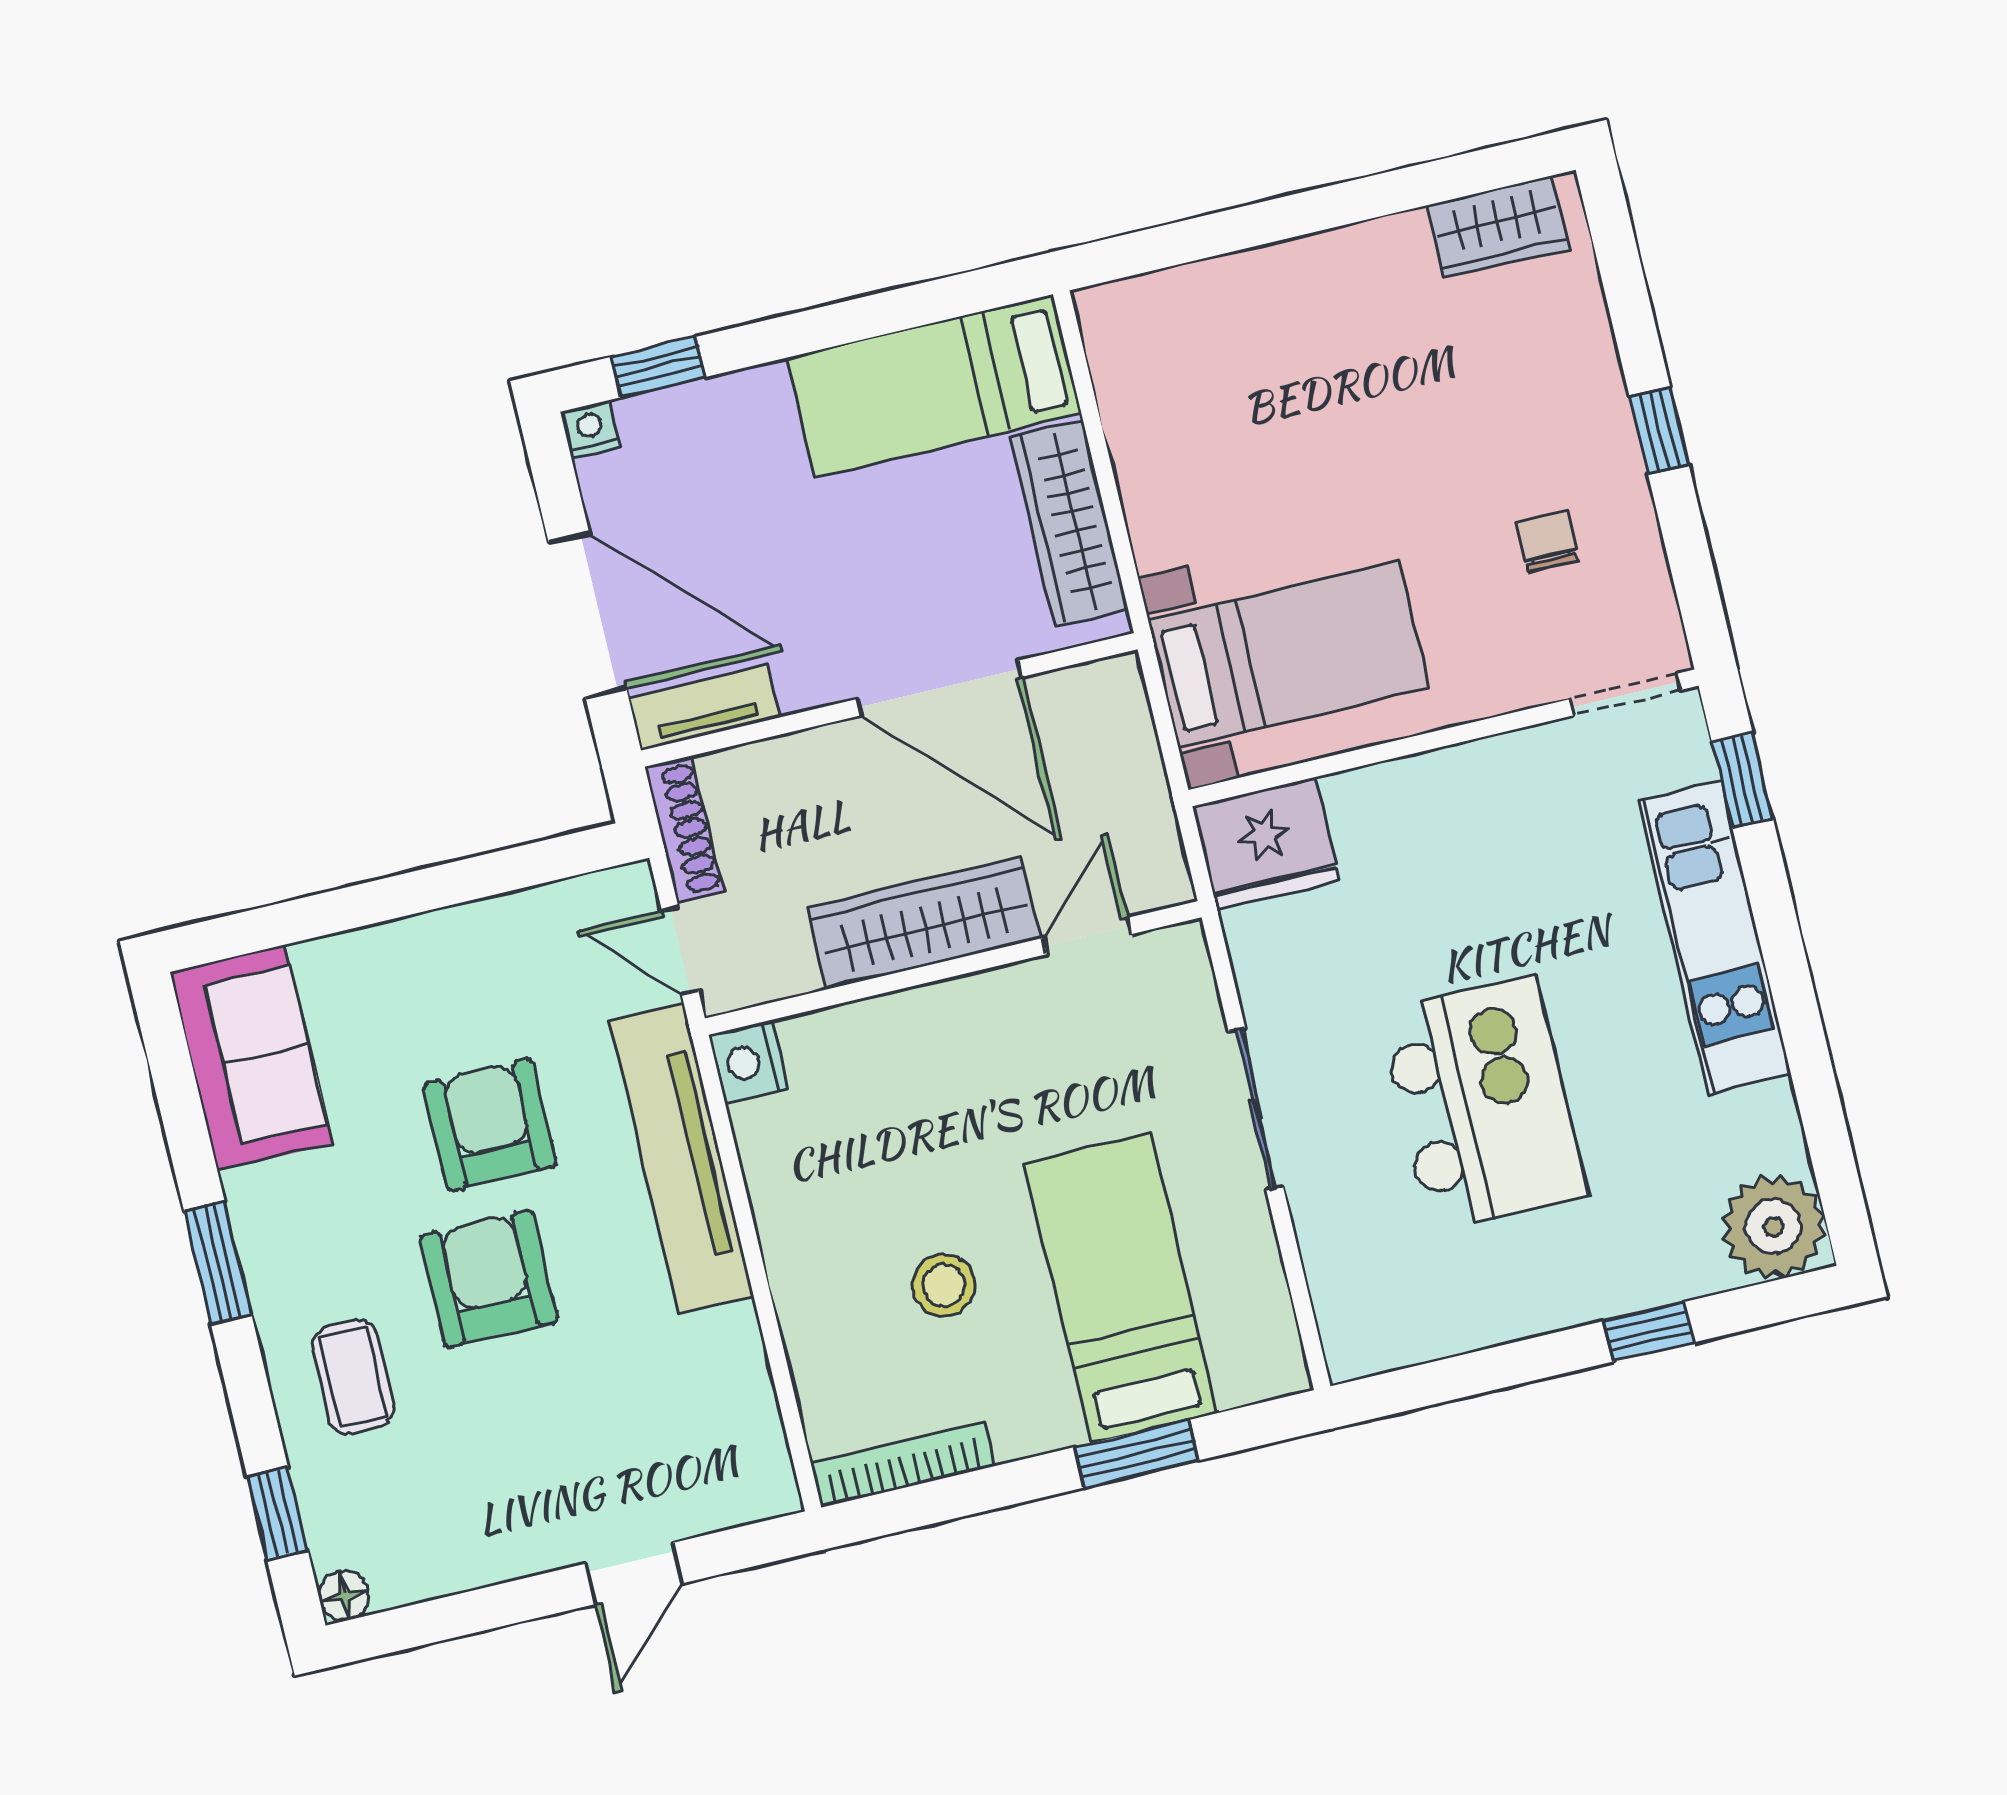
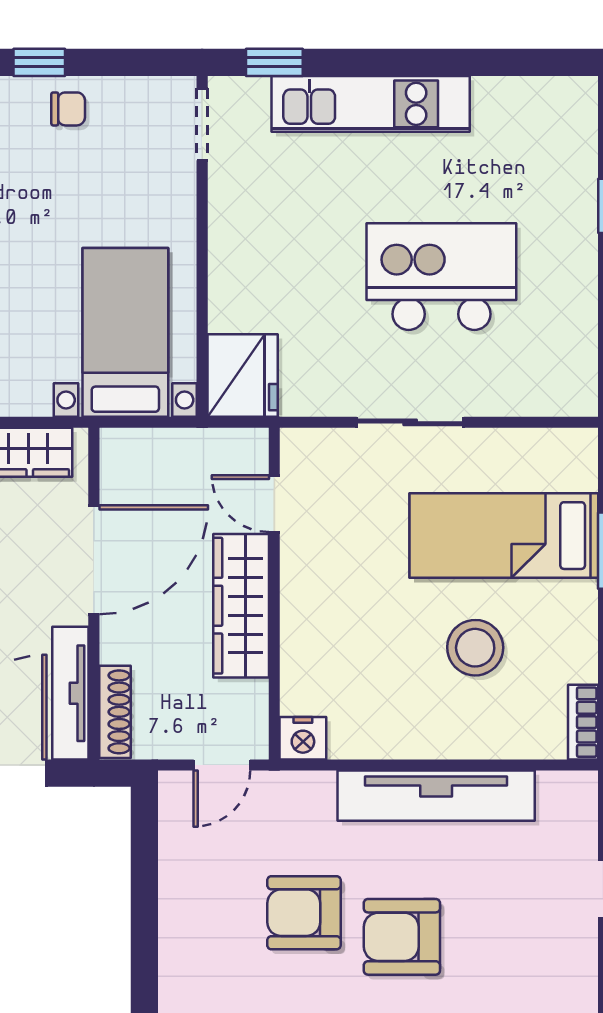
chair: (1548, 542) -> (68, 109), moved, turned 180
tv unit: (705, 707) -> (70, 693), width x1.41
shoe rack: (684, 830) -> (115, 712), moved, turned 90
tv unit: (681, 1158) -> (436, 796), moved
plant: (1773, 1227) -> (564, 110), removed
stool: (944, 1285) -> (475, 648), width x1.38, depth x1.38
bookcase: (903, 1465) -> (583, 722), width x0.64

